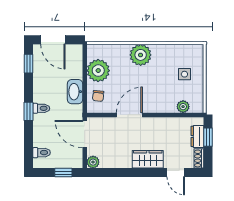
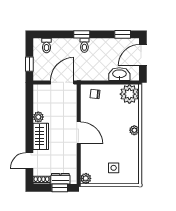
plant: (141, 55) -> (134, 130), width x0.53, depth x0.53
plant: (98, 71) -> (129, 94), moved
washbasin: (75, 92) -> (119, 74), moved
plant: (183, 107) -> (86, 178), moved
door: (129, 115) -> (79, 133), moved
plant: (93, 162) -> (38, 117), moved

